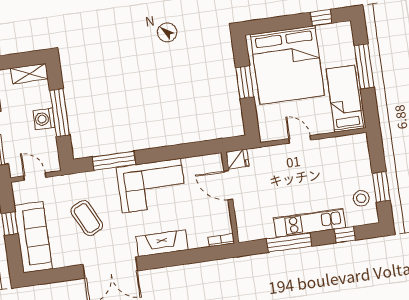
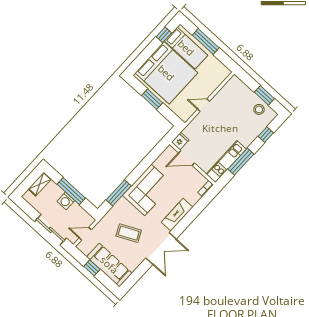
bed: (345, 99) -> (186, 48), moved, turned 180
kitchen unit: (310, 223) -> (226, 162), moved

